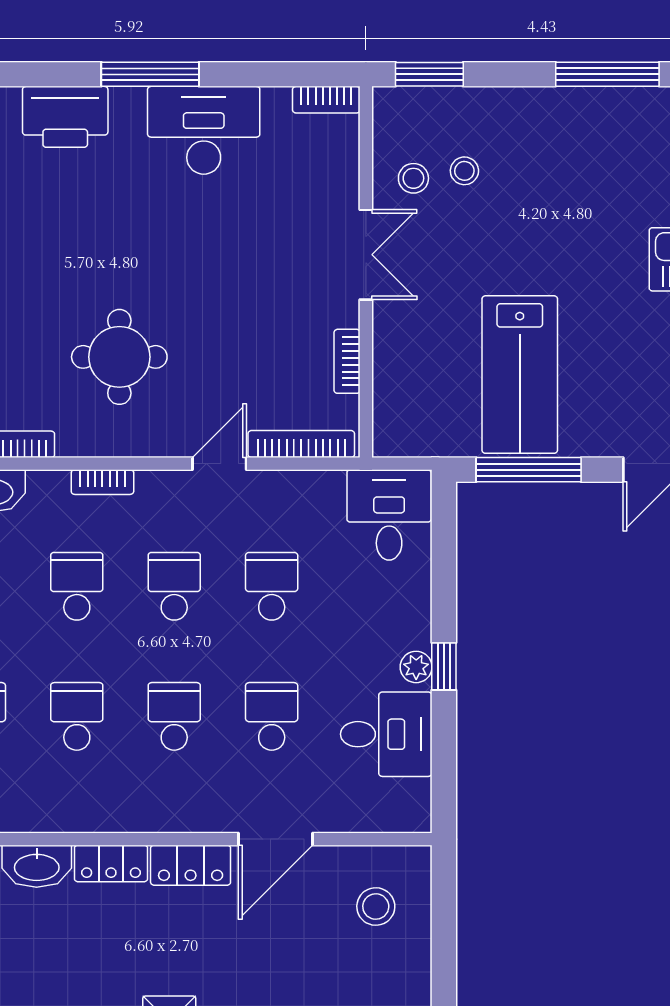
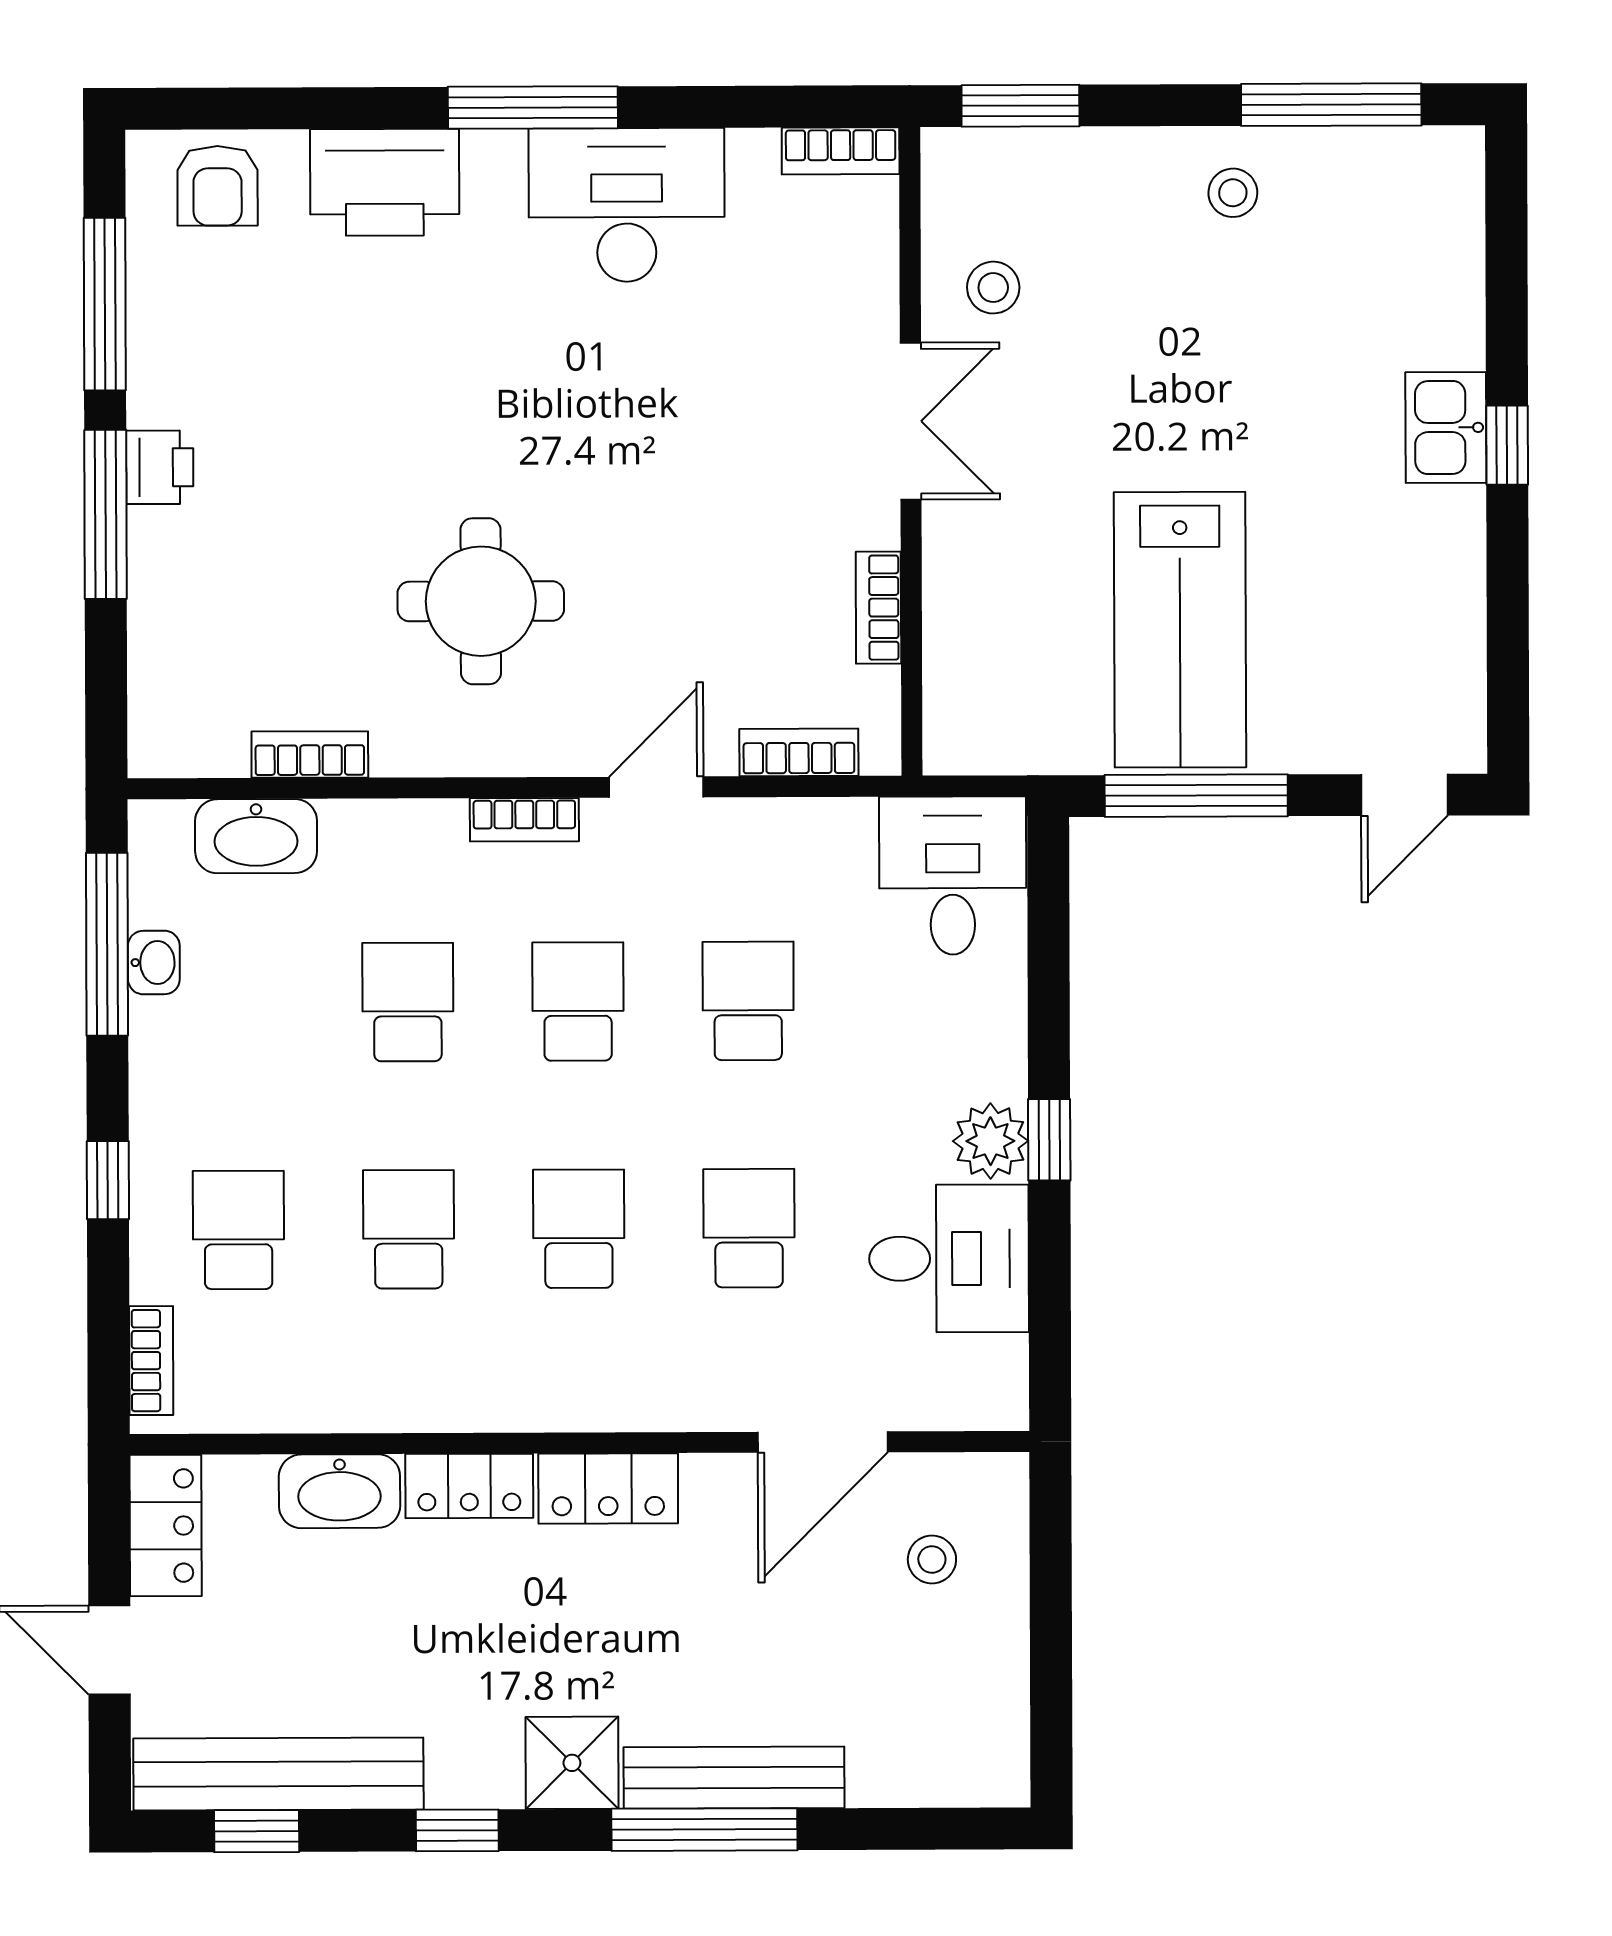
stool: (464, 171) -> (1233, 193), moved
bookcase: (301, 444) -> (799, 752), width x0.64
bookcase: (102, 482) -> (524, 820), moved
plant: (416, 667) -> (990, 1141), width x1.38, depth x1.38
door: (276, 839) -> (823, 1442), moved
stool: (376, 907) -> (932, 1560), width x0.73, depth x0.73

